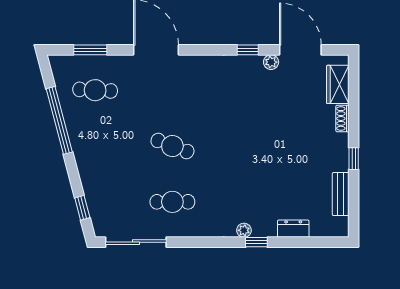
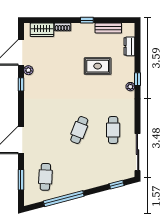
rug: (278, 176) -> (98, 66), added
dresser: (293, 229) -> (129, 46), moved

